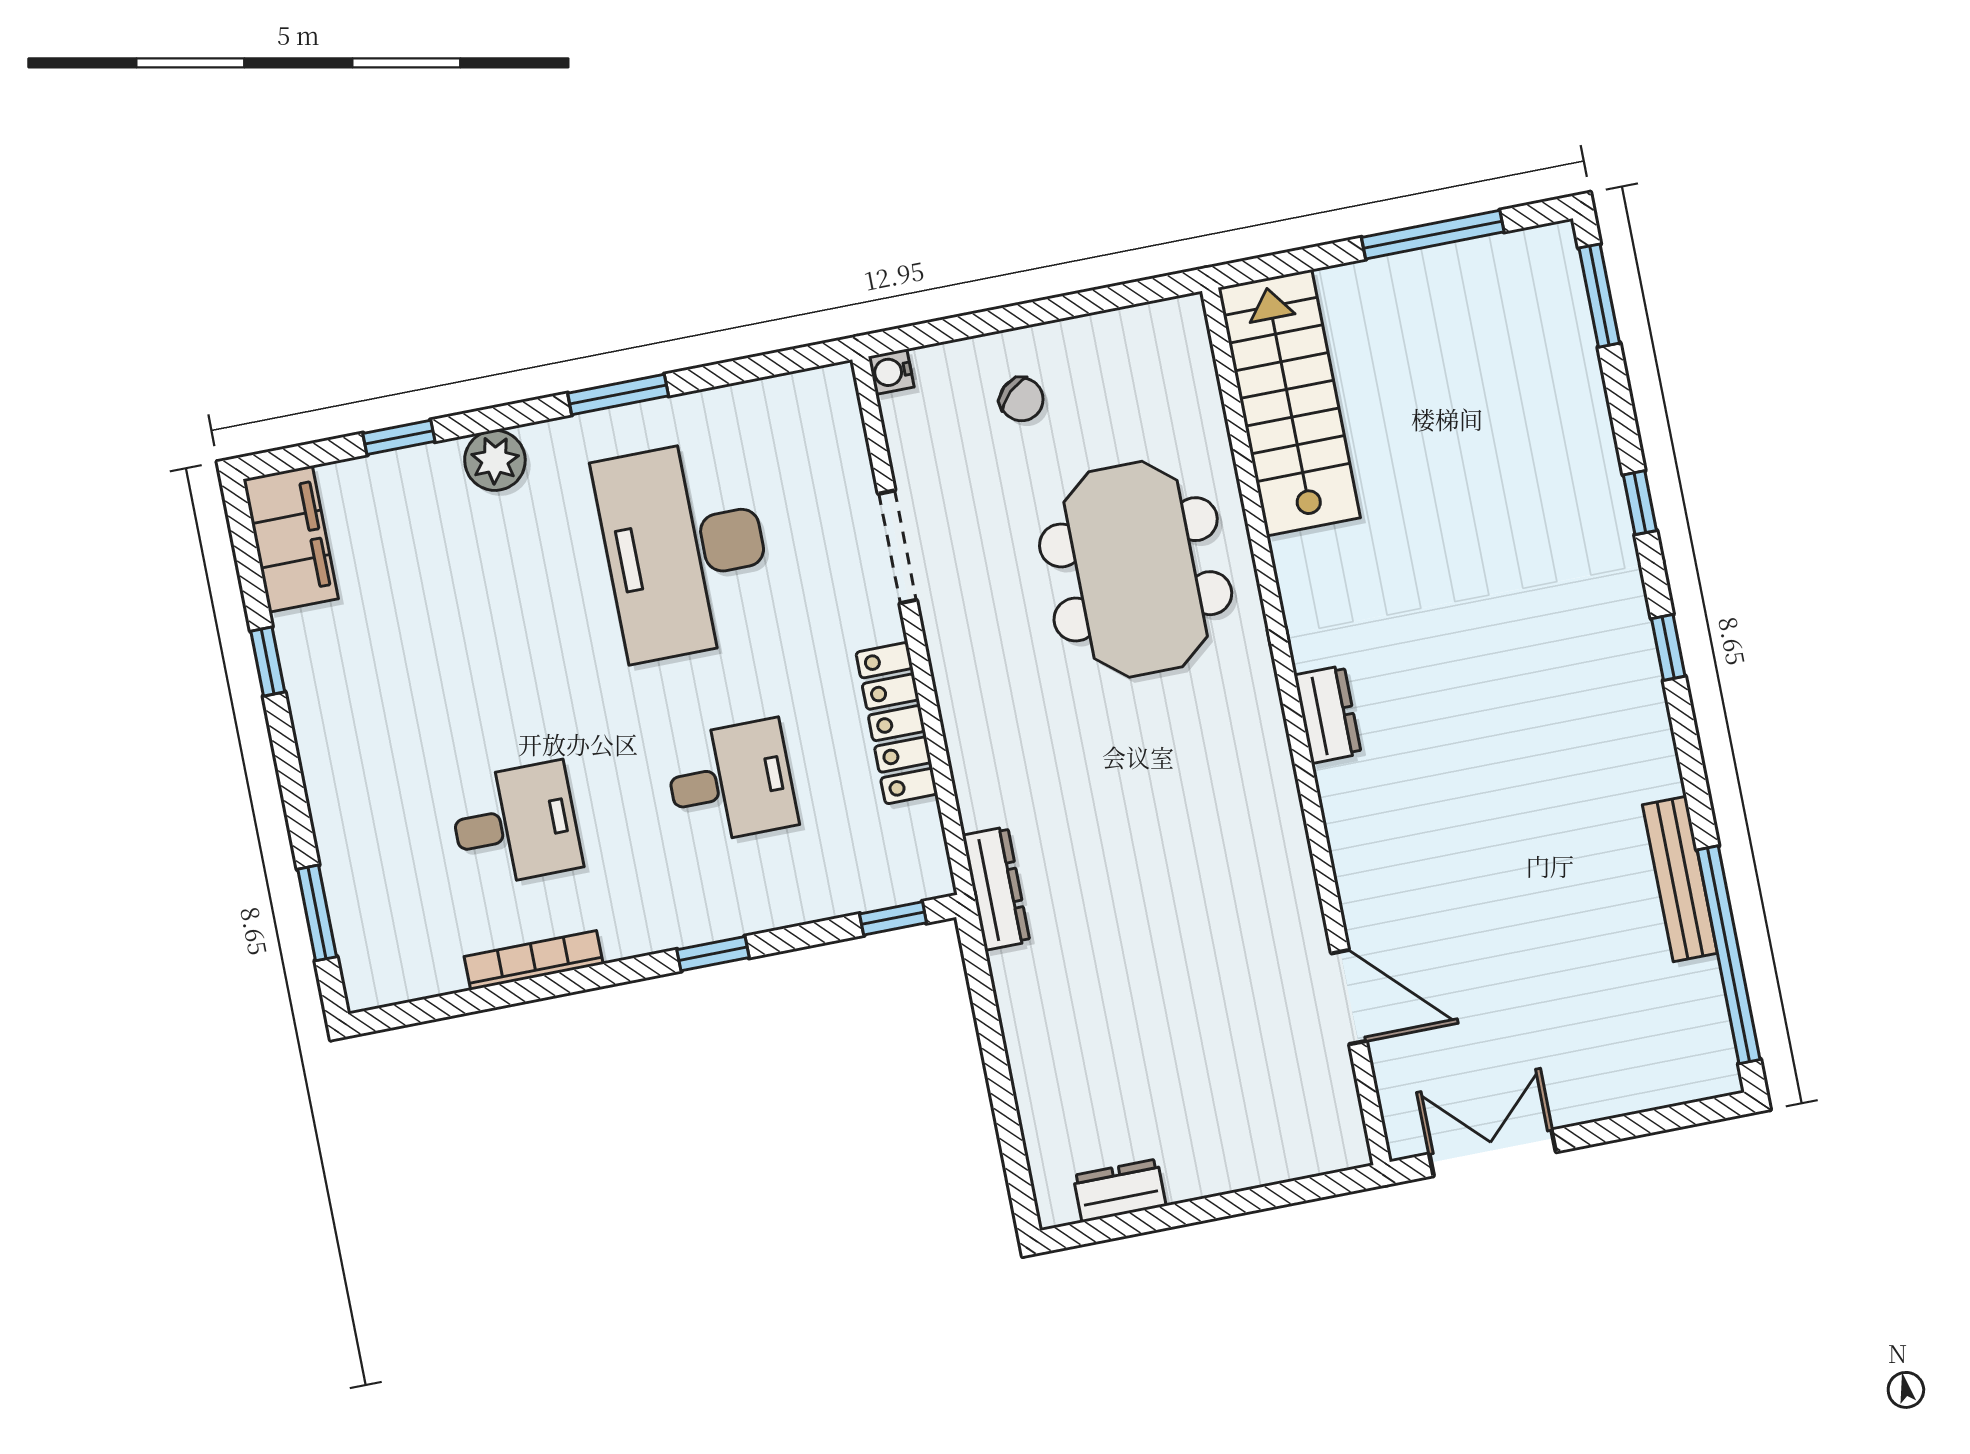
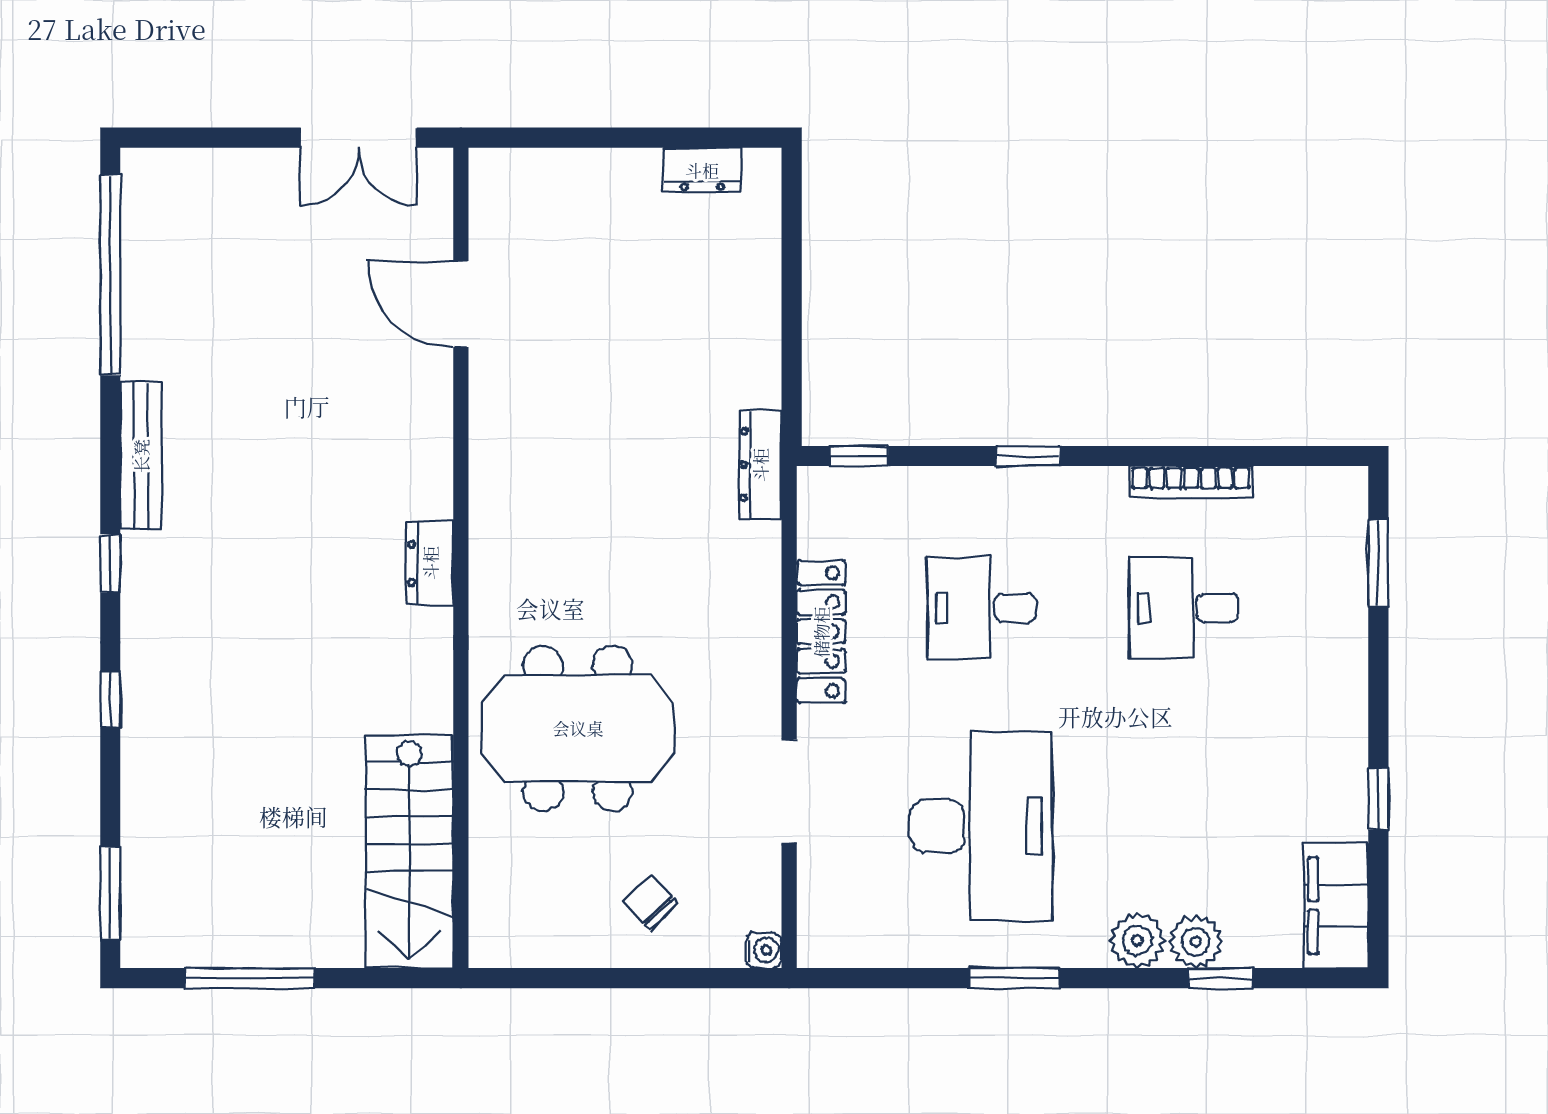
plant: (433, 471) -> (1196, 942), added
meeting table: (1136, 569) -> (578, 728), turned 90
bench: (1680, 879) -> (141, 456), moved

